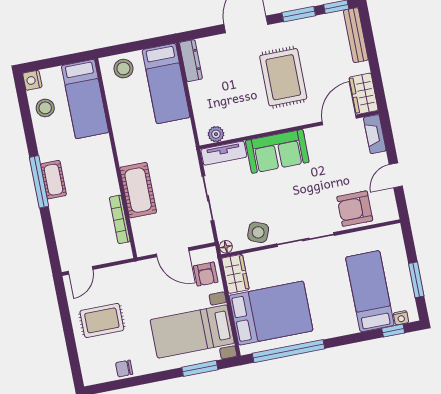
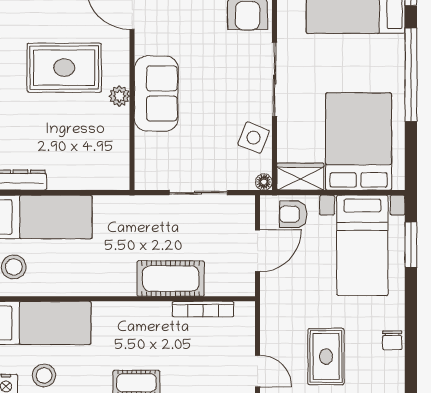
plant: (216, 134) -> (119, 96), moved
tv unit: (224, 153) -> (145, 161), removed
armchair: (206, 274) -> (293, 214), turned 180
window: (288, 351) -> (411, 75), moved

